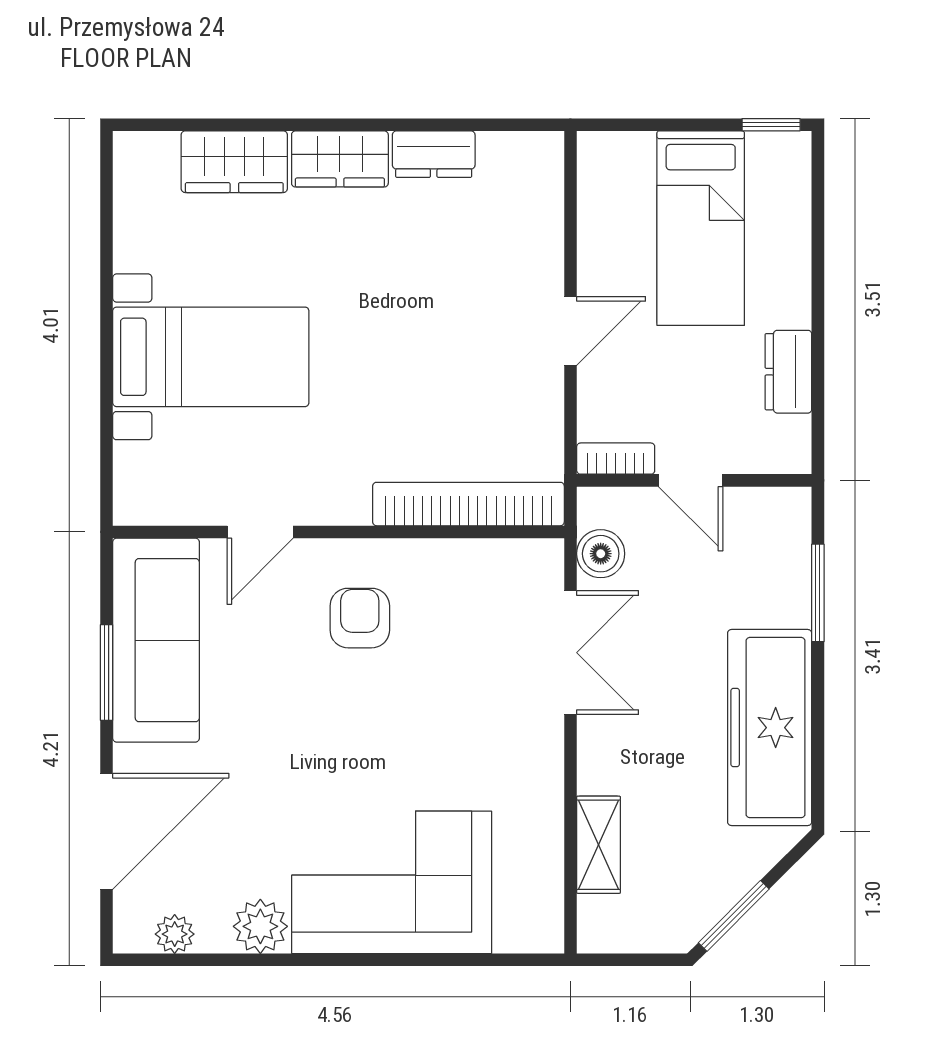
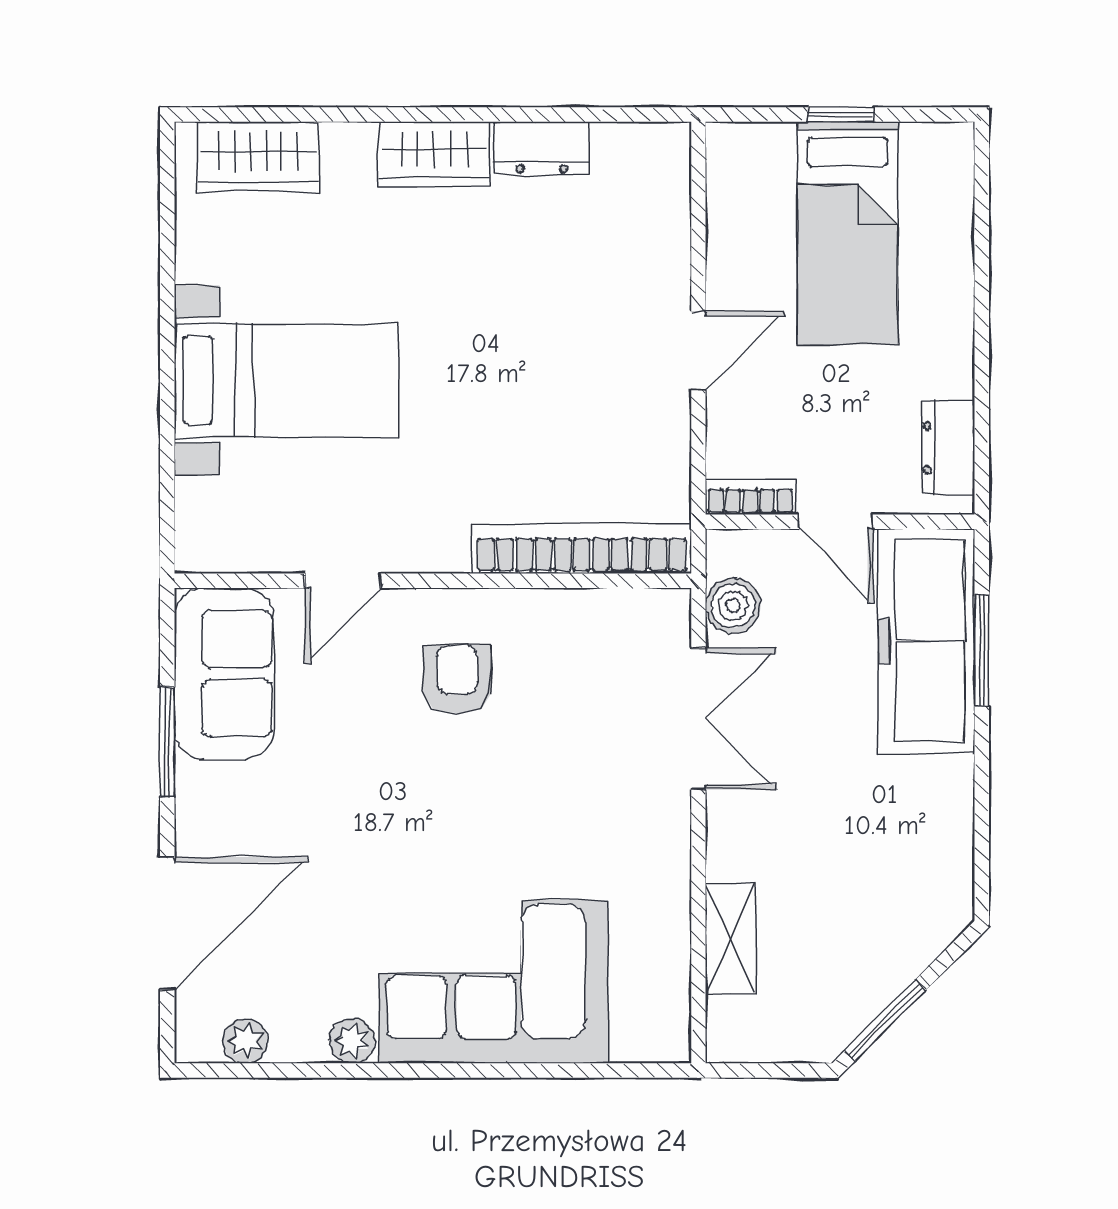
window: (771, 125) -> (841, 114), moved
wardrobe: (234, 162) -> (258, 157), moved
dresser: (788, 372) -> (948, 448), moved
sofa: (156, 640) -> (224, 674), width x0.73
freezer: (770, 728) -> (926, 641), moved
plant: (260, 926) -> (352, 1041), width x0.73, depth x0.73

